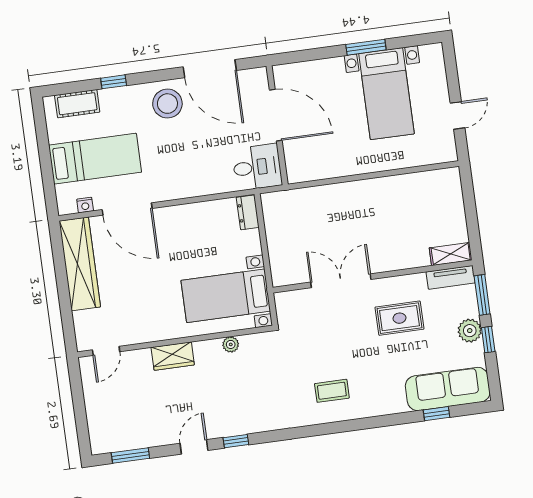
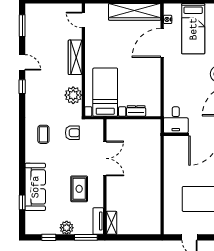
dresser: (248, 212) -> (136, 111), moved
window: (488, 340) -> (49, 237), moved
armchair: (304, 343) -> (72, 133), added
plant: (231, 344) -> (73, 95), width x1.88, depth x1.88
wardrobe: (173, 356) -> (75, 57), width x1.50
sofa: (448, 389) -> (35, 187), moved
coffee table: (332, 391) -> (43, 134), moved

